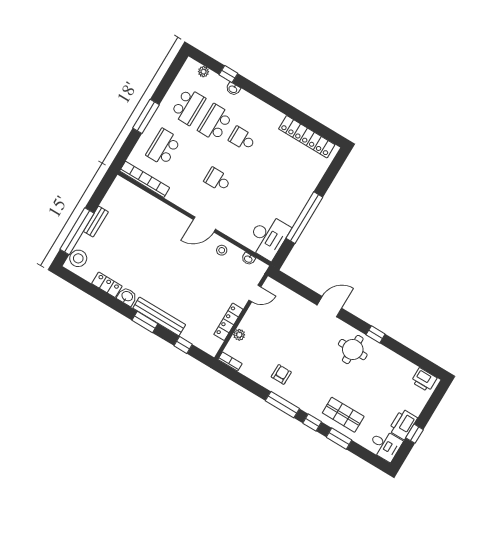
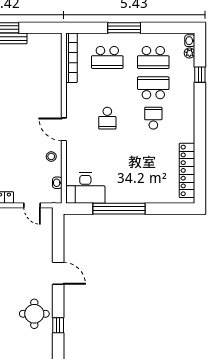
washbasin: (233, 89) -> (190, 41), moved
school desk: (163, 147) -> (107, 57), turned 180
school desk: (218, 180) -> (107, 118), turned 180

